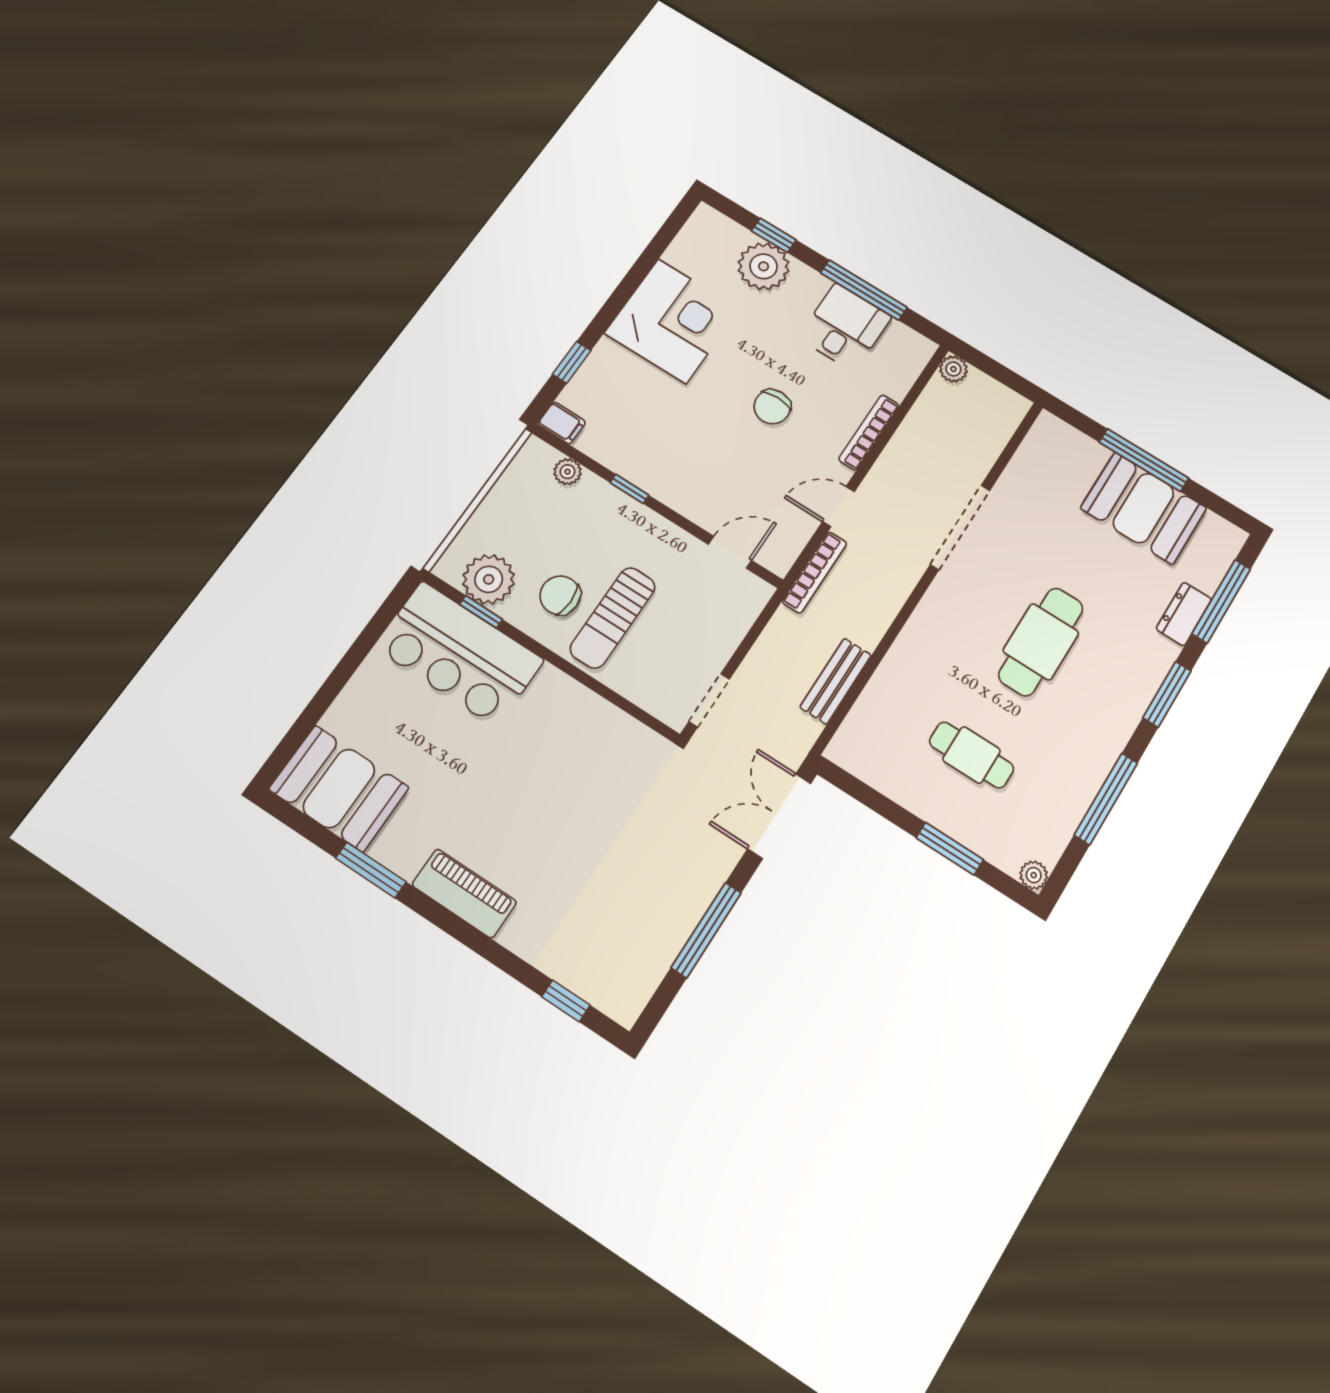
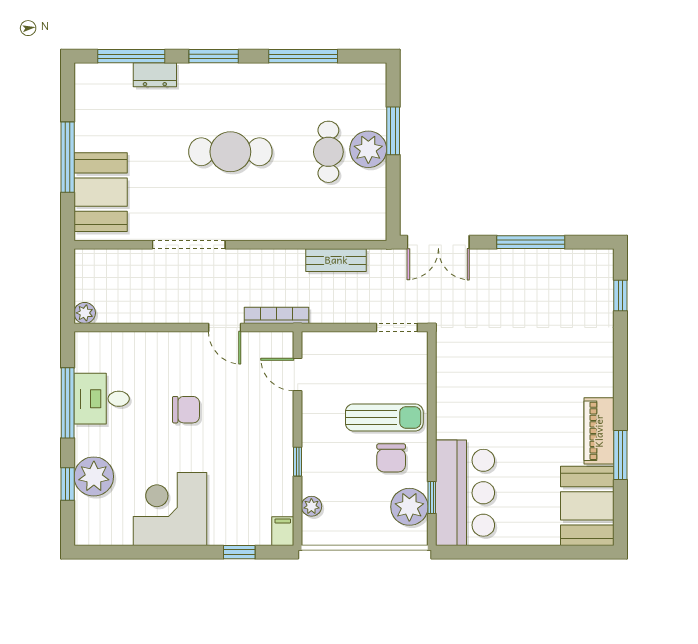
bookcase: (869, 432) -> (163, 339), removed
booth: (1143, 508) -> (101, 192), moved
plant: (1034, 875) -> (368, 149), moved, width x1.87, depth x1.87
piano: (464, 893) -> (599, 431), moved

